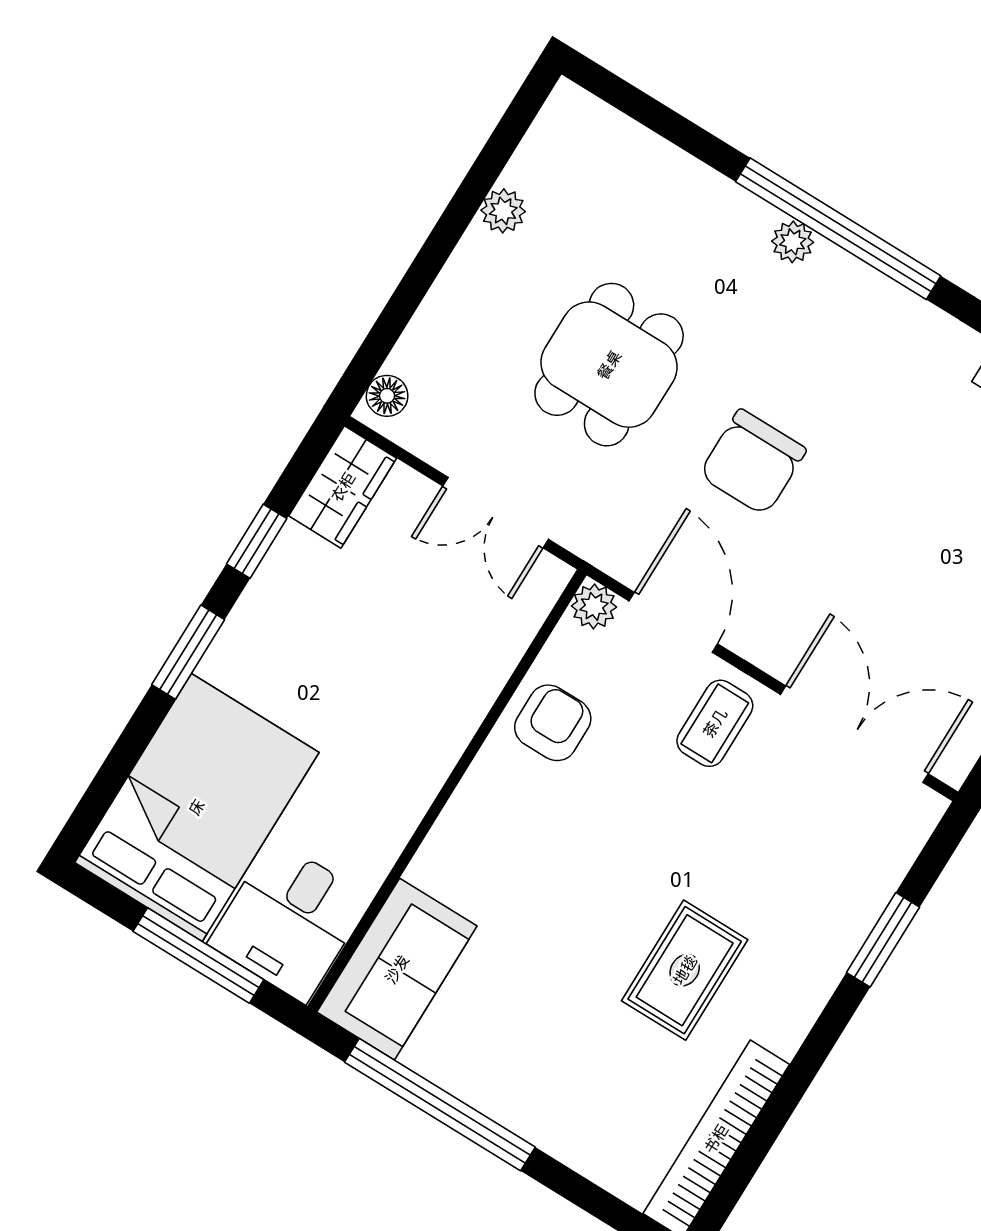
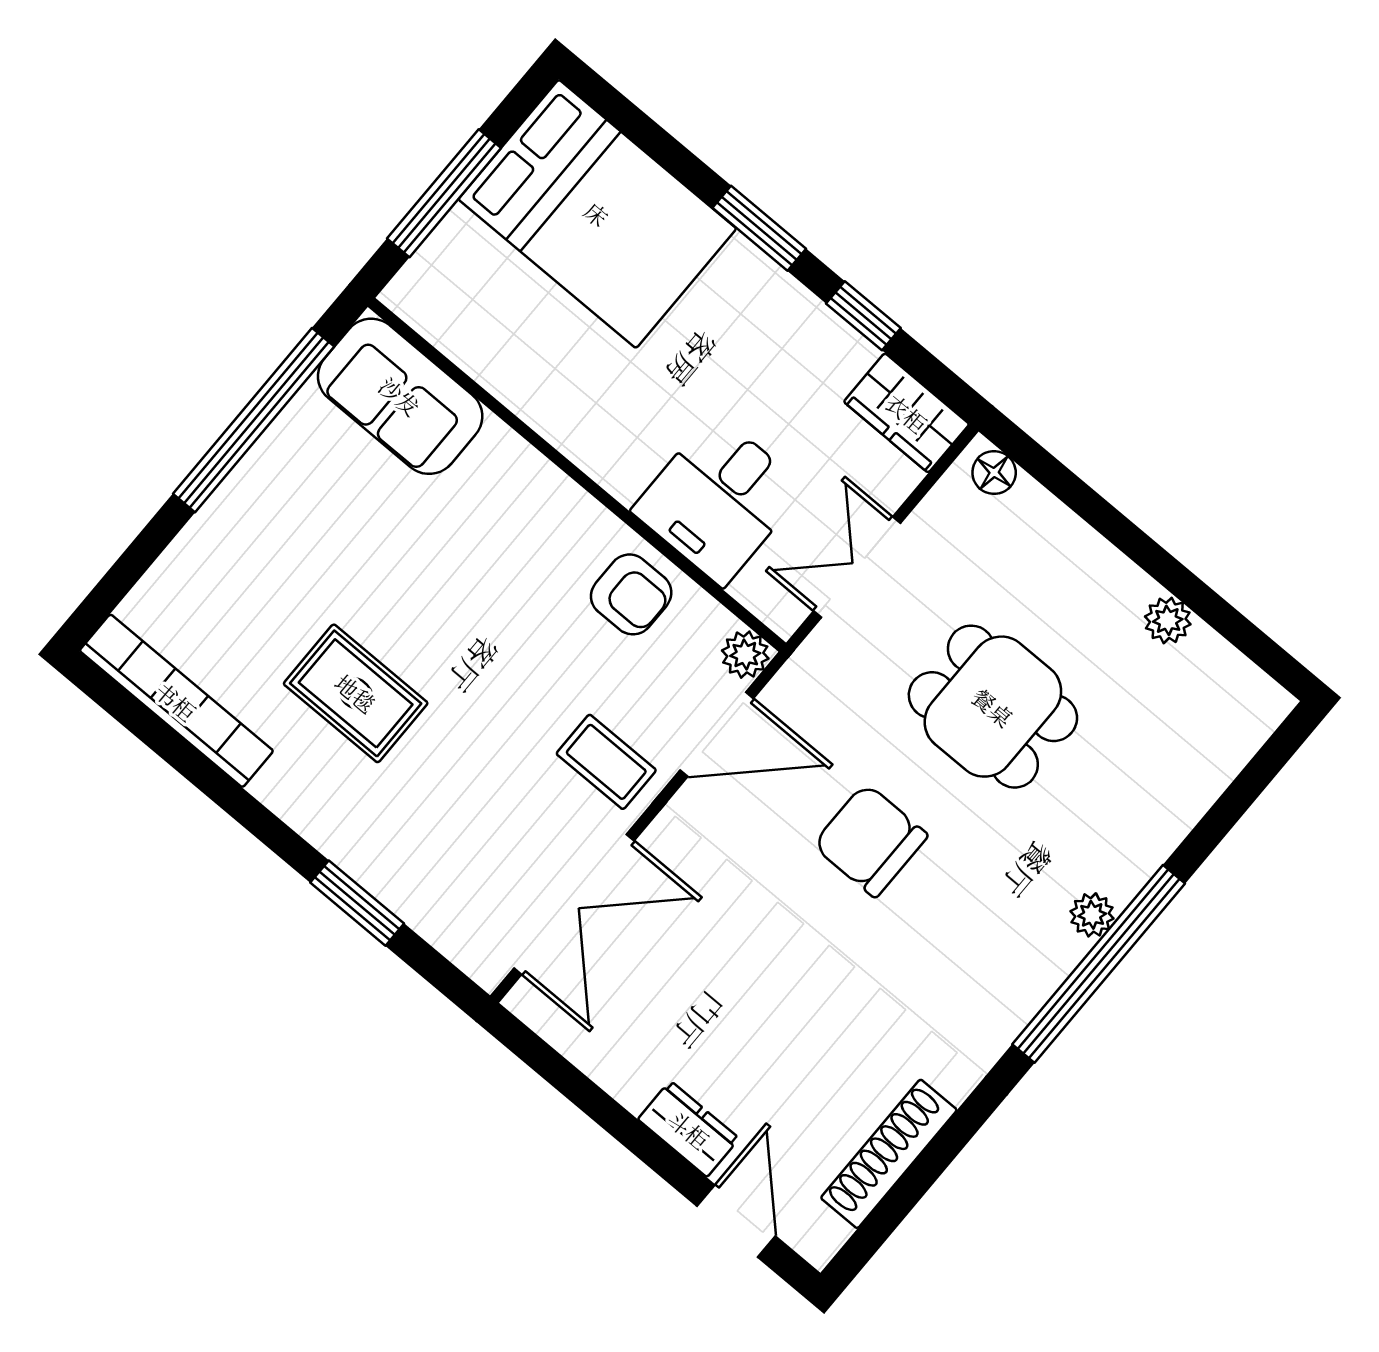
desk: (289, 921) -> (719, 500), moved, turned -90

